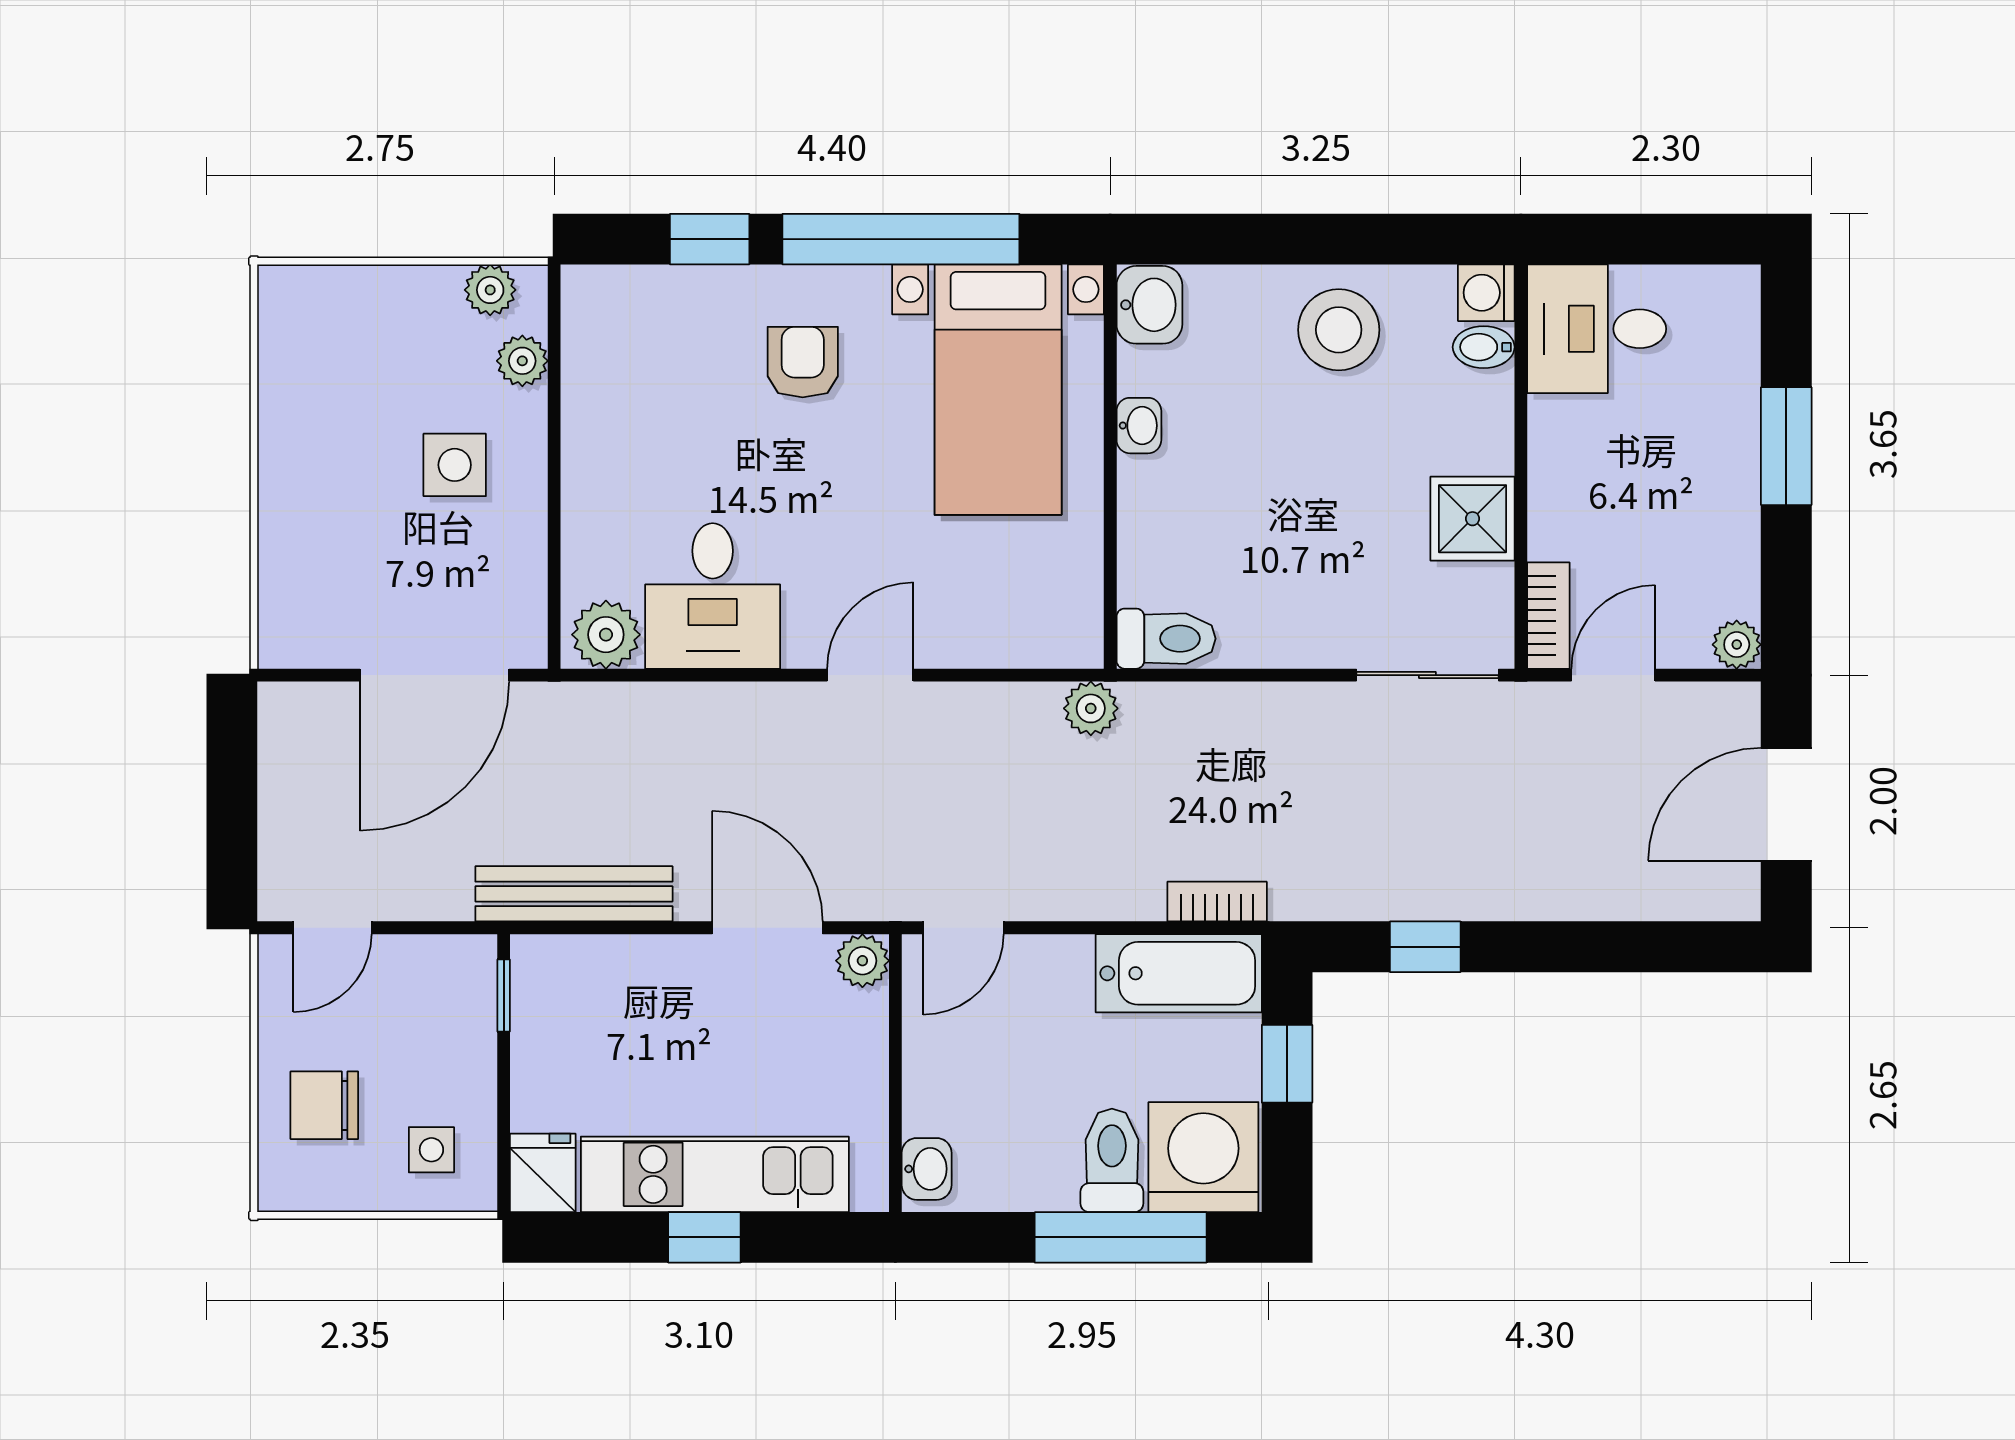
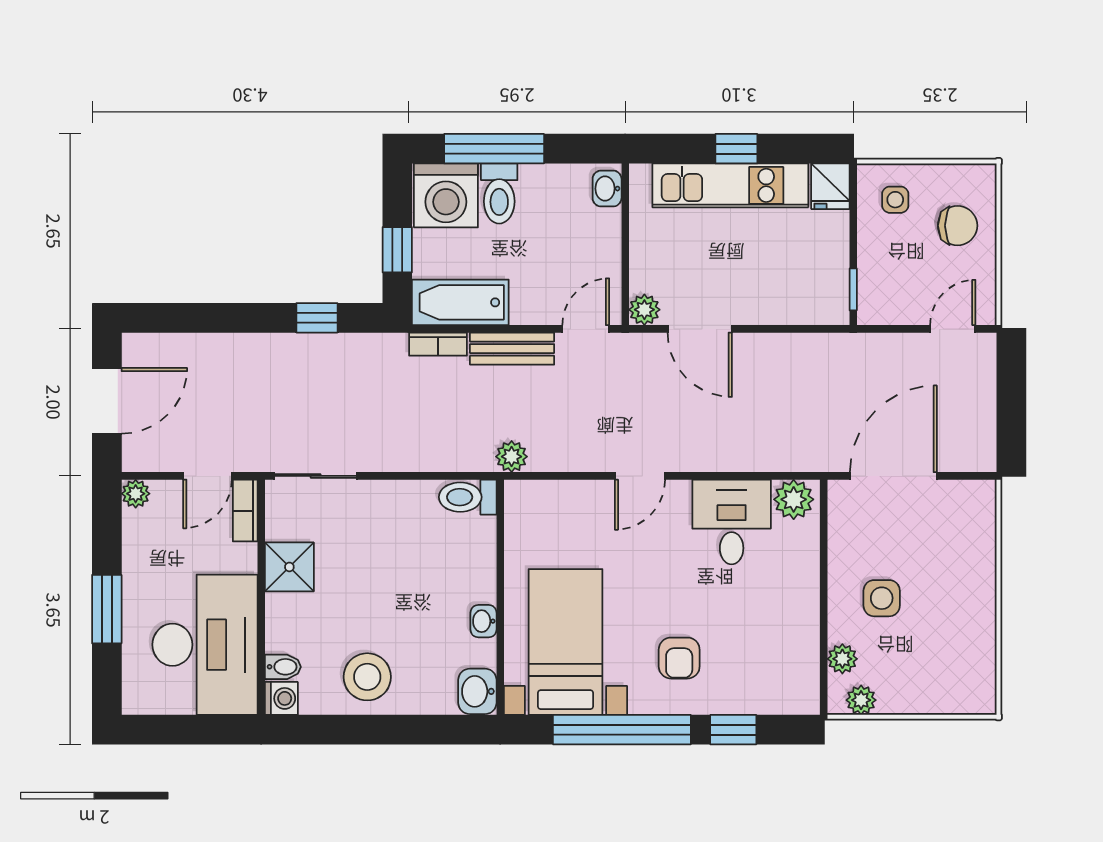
desk: (1597, 329) -> (205, 645), width x1.87, depth x1.30
bench: (574, 894) -> (512, 349), moved, width x0.73

